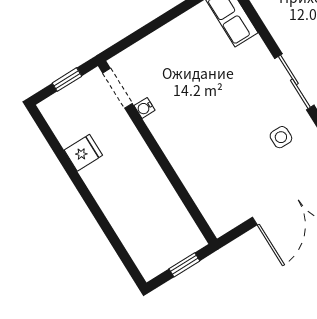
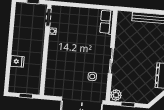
fridge: (83, 153) -> (17, 61), moved

